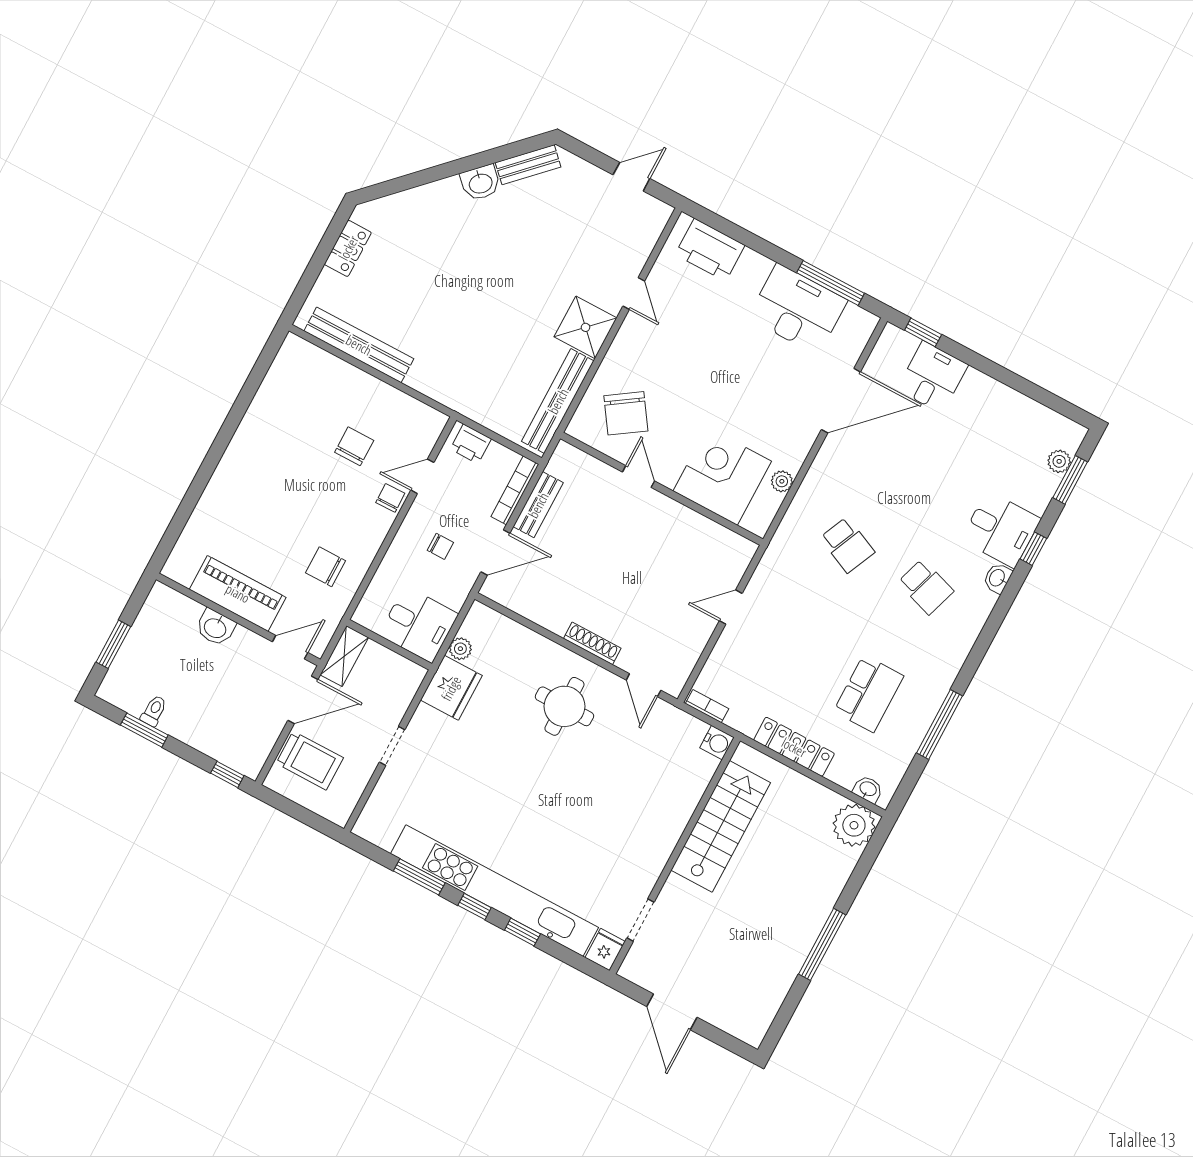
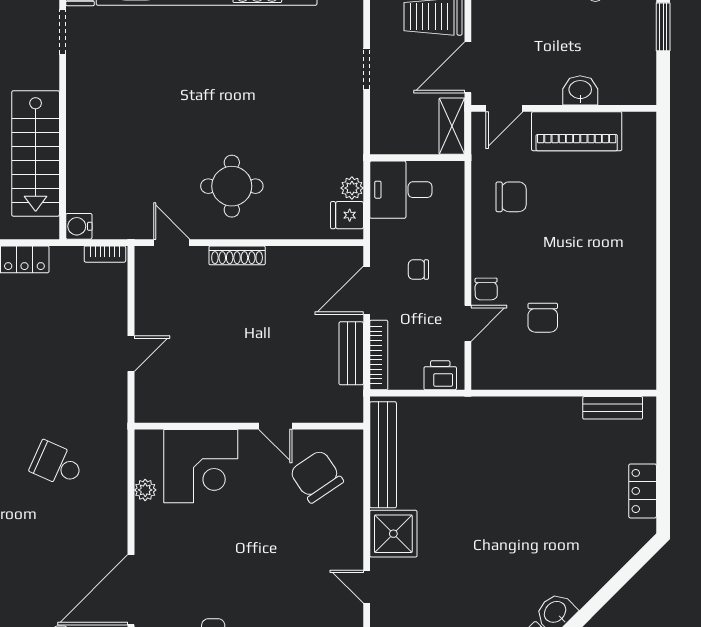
bench: (359, 345) -> (613, 408), width x0.54, depth x0.82
fridge: (451, 688) -> (347, 215), moved, width x0.53, depth x0.75

